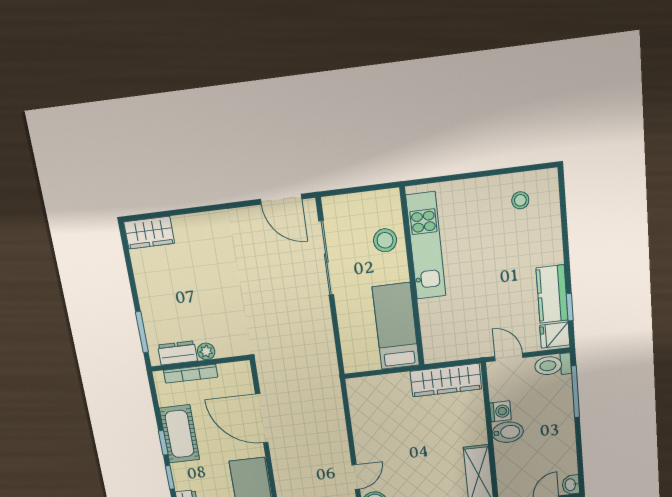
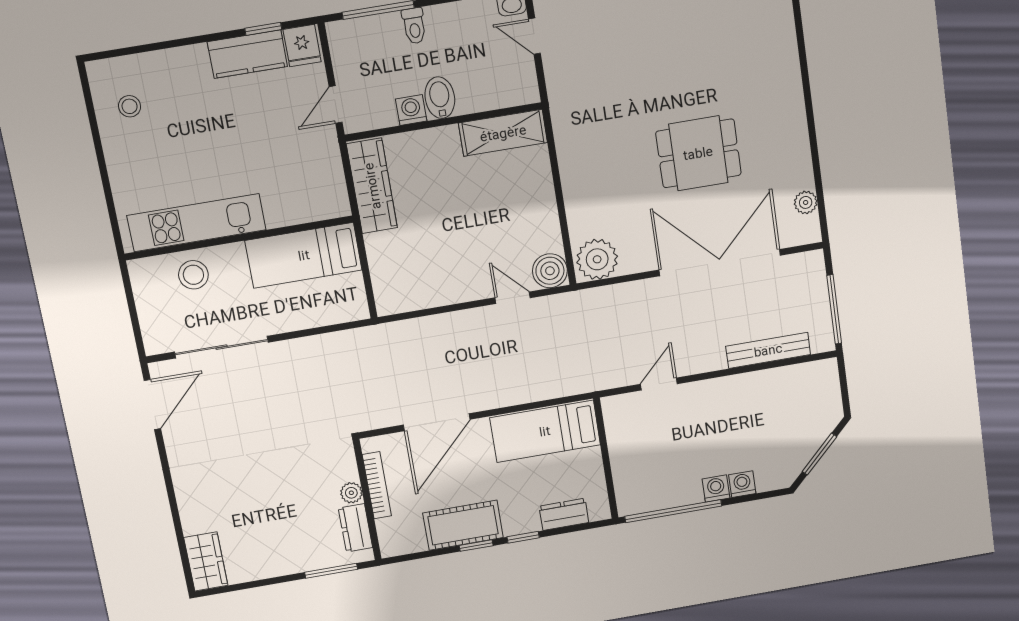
toilet: (553, 365) -> (414, 26), moved, width x0.73, depth x0.72
bookcase: (191, 374) -> (377, 485), moved

